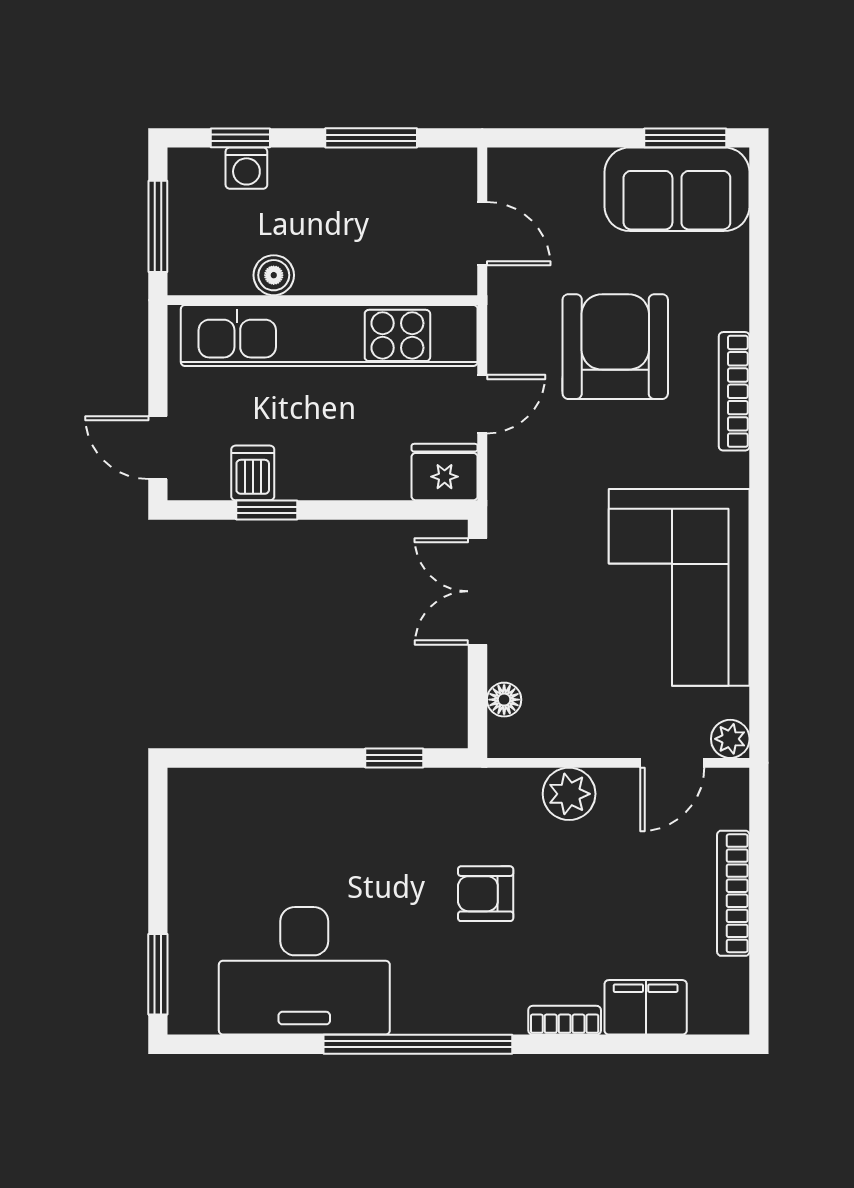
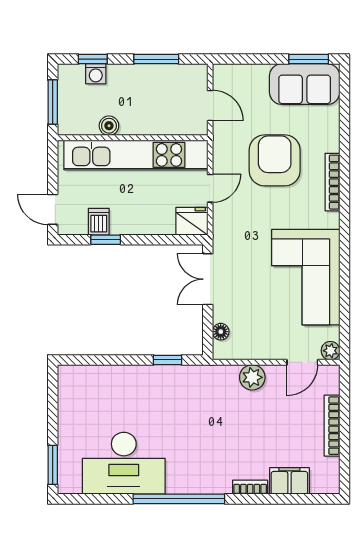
armchair: (486, 894) -> (212, 426), removed

